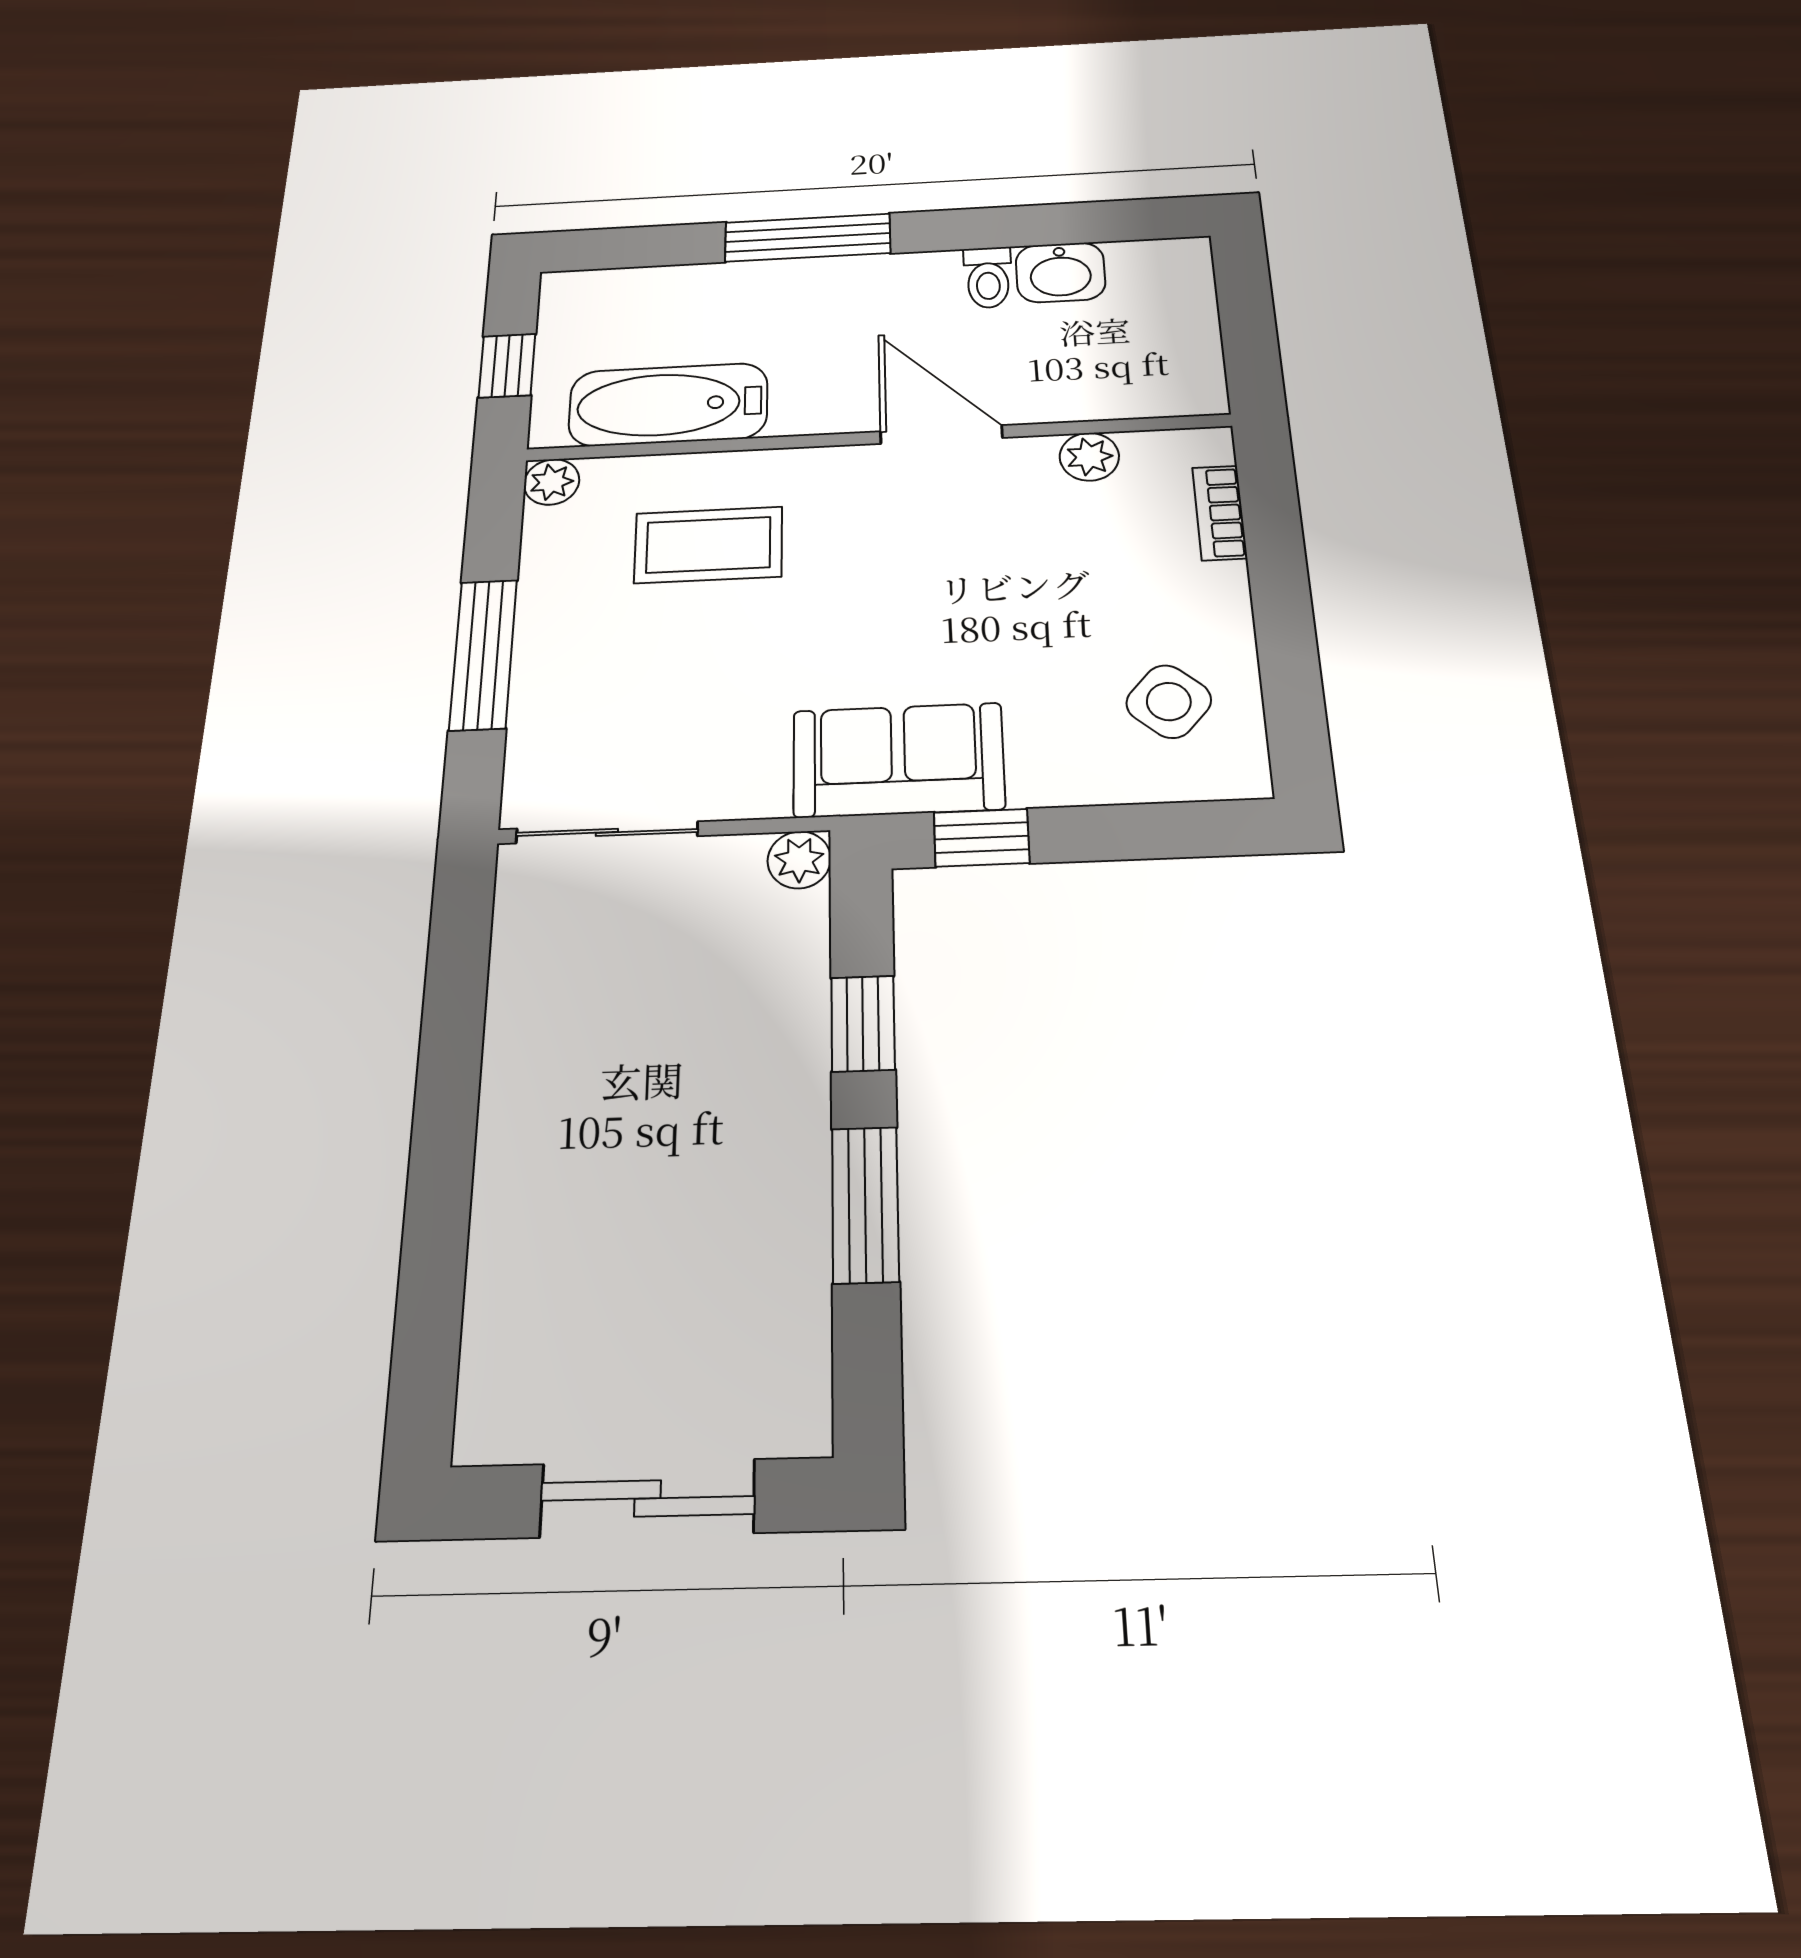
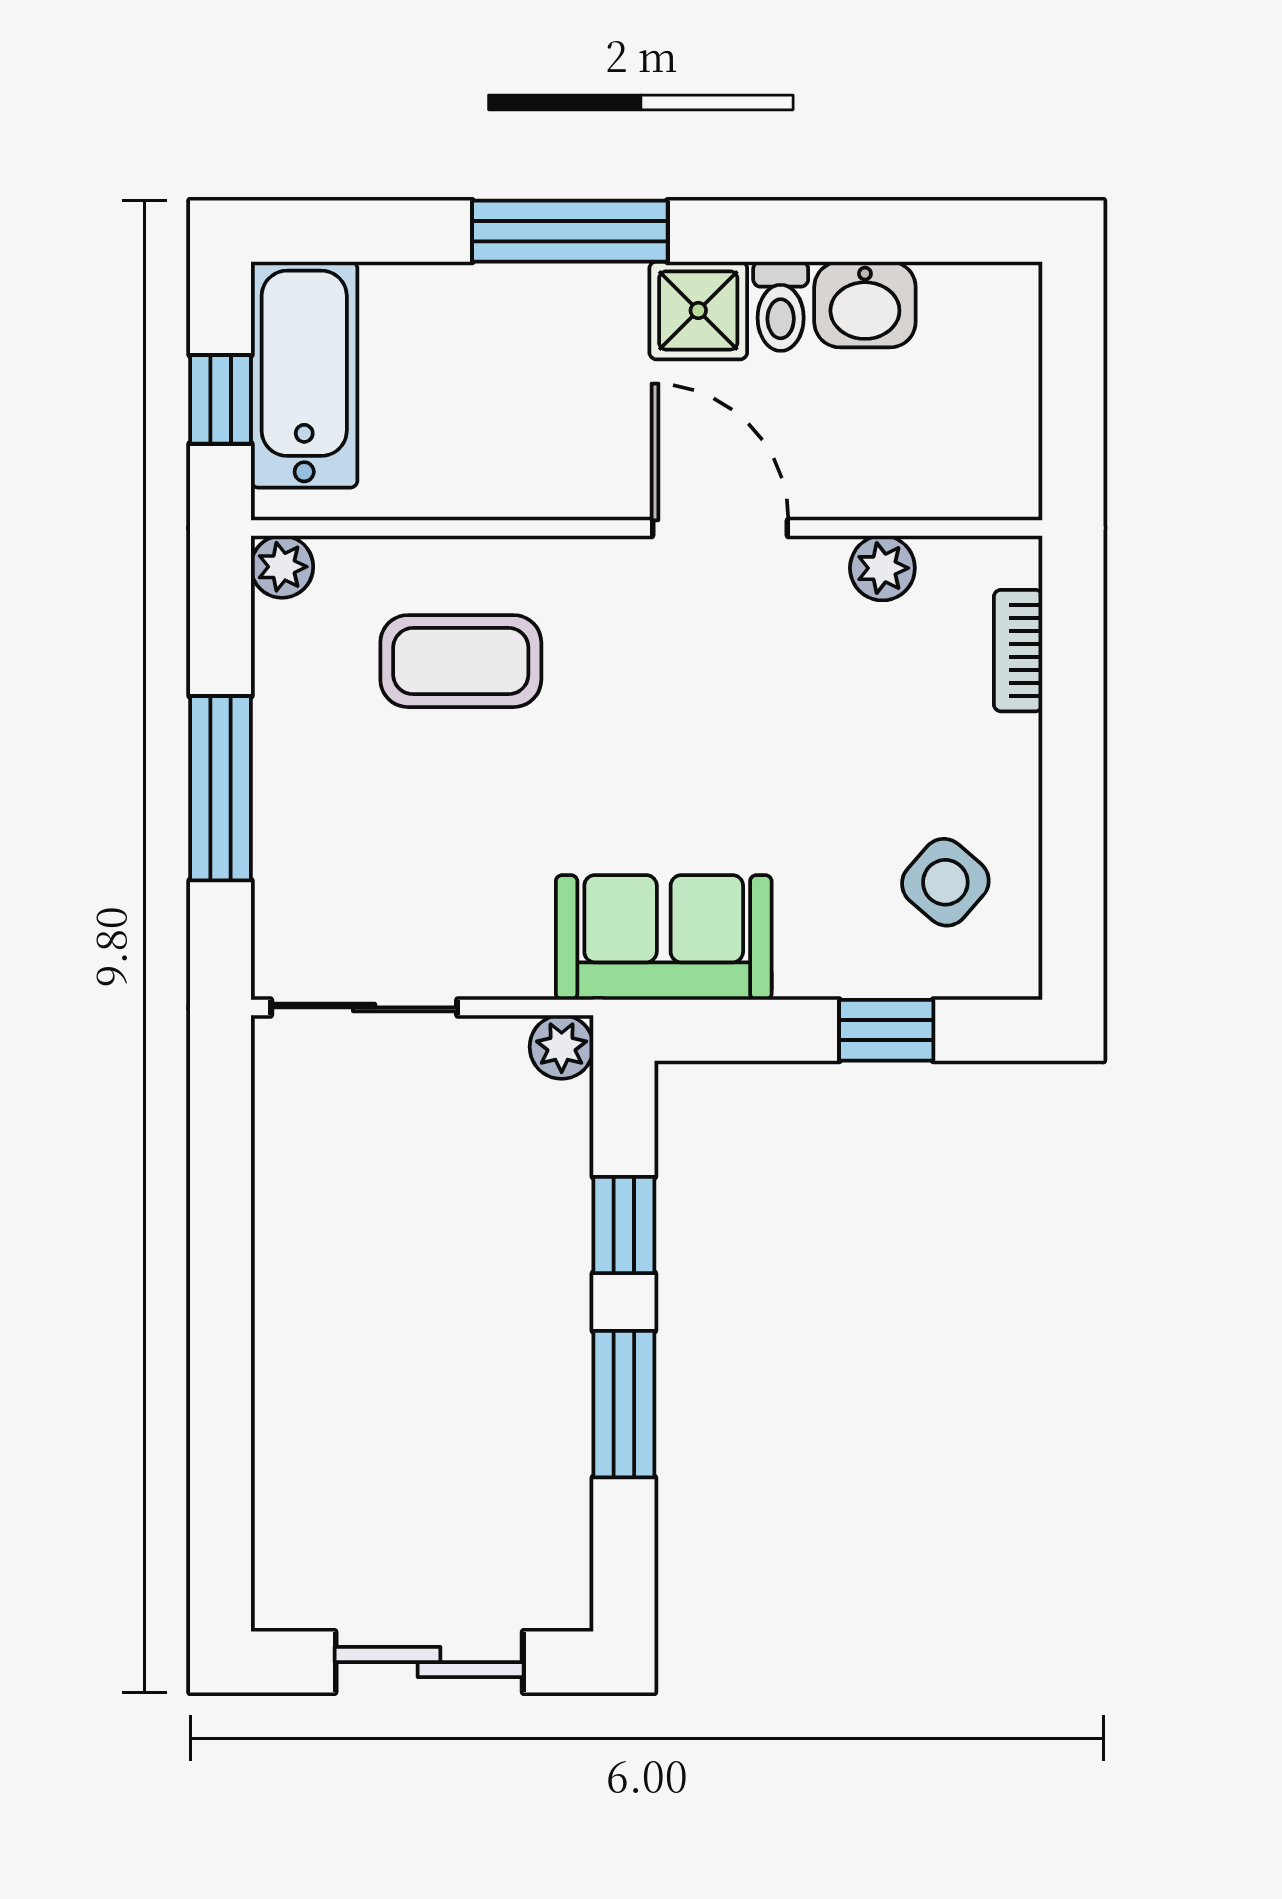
shower: (917, 284) -> (698, 310), added
bathtub: (668, 405) -> (304, 375), moved, turned 90
window: (981, 838) -> (886, 1030), moved

